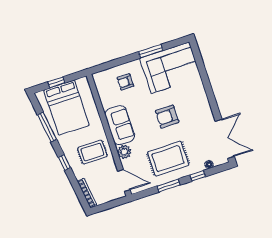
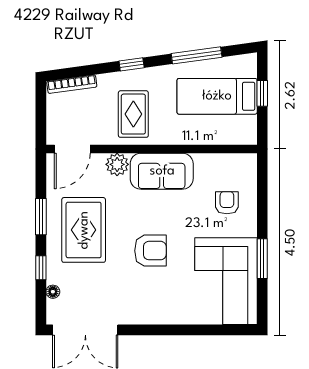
bed: (66, 108) -> (217, 96), width x0.67
armchair: (167, 117) -> (150, 251), turned 90

